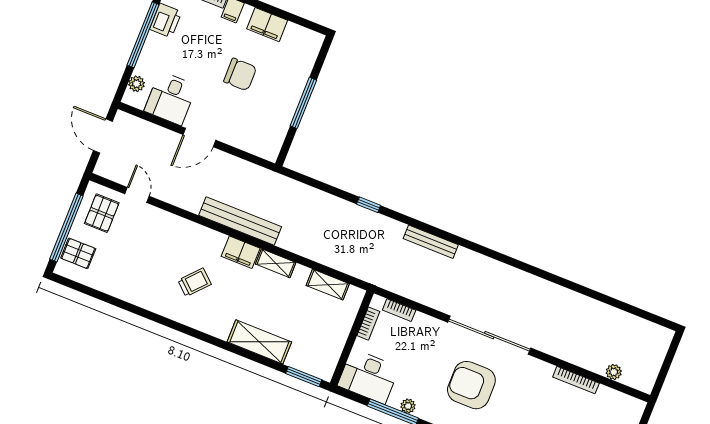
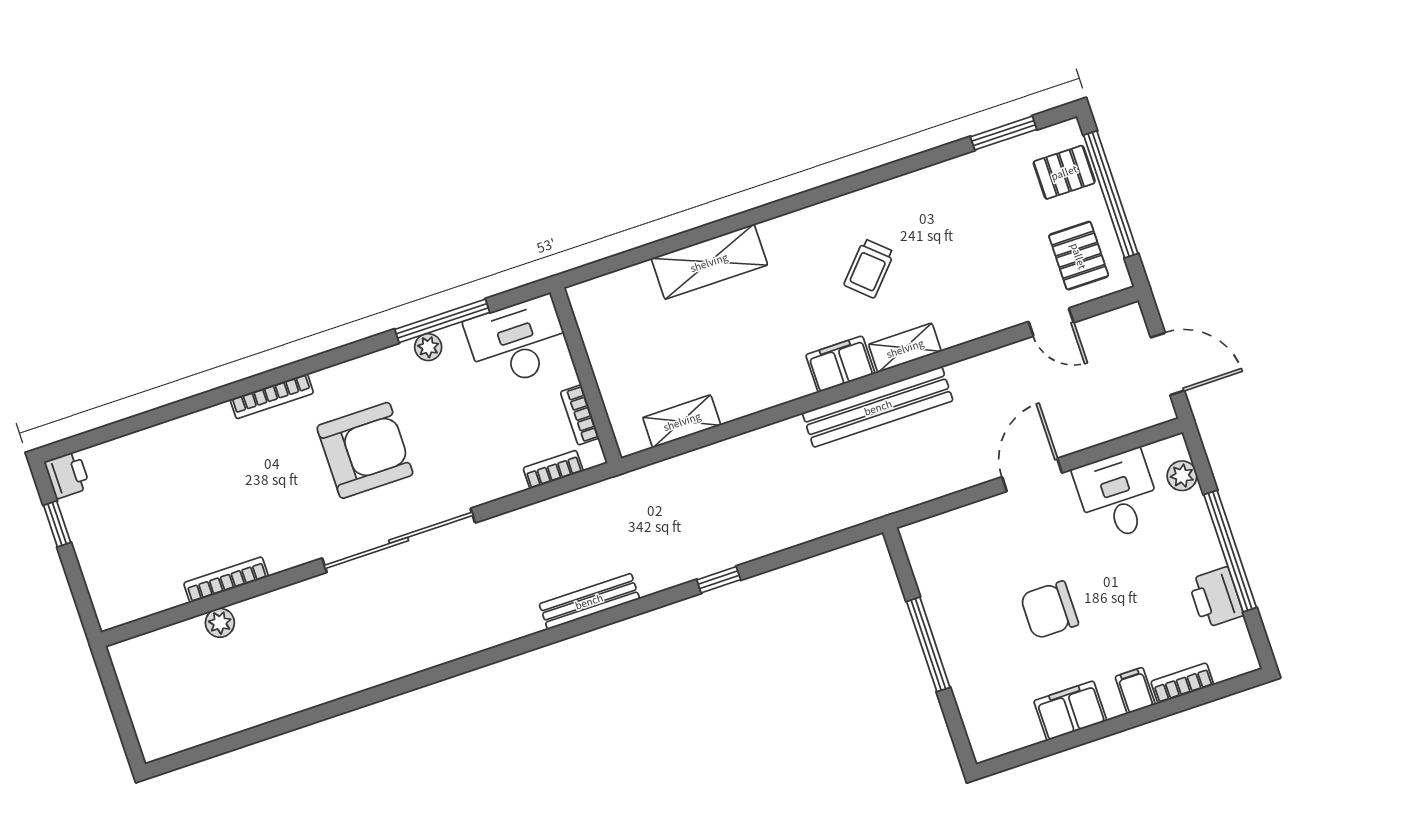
shelving: (276, 263) -> (905, 348), moved
plant: (614, 372) -> (220, 623), moved
window: (304, 377) -> (1004, 133), moved

